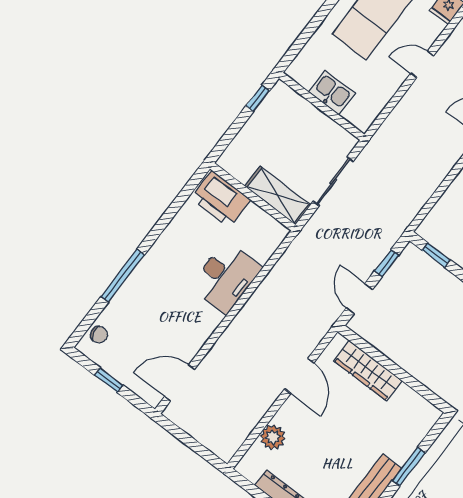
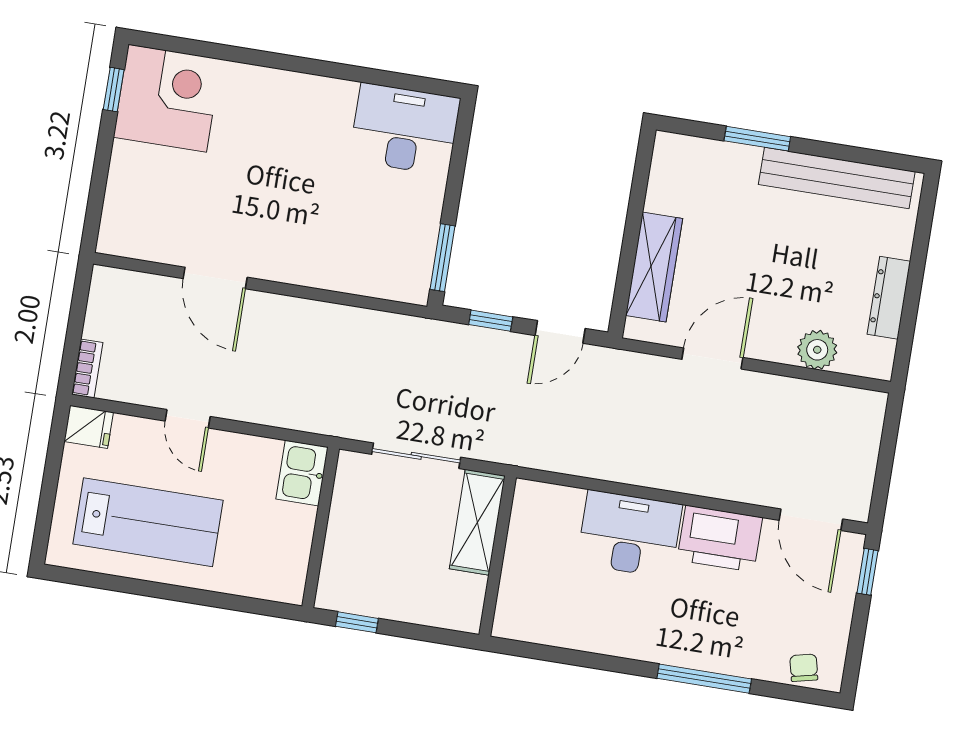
kitchen sink: (332, 93) -> (302, 473), moved
printer: (221, 199) -> (720, 539), moved, turned 90
window: (436, 255) -> (442, 258), width x1.50
window: (109, 380) -> (868, 572), moved

